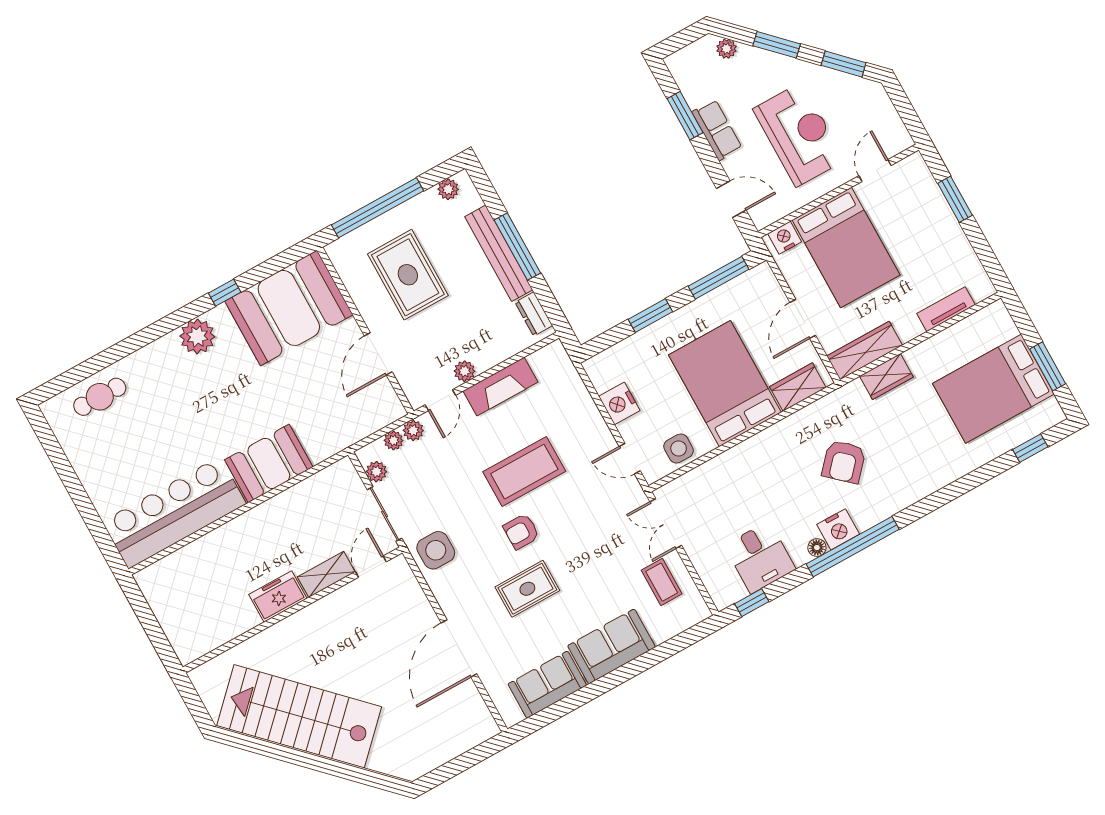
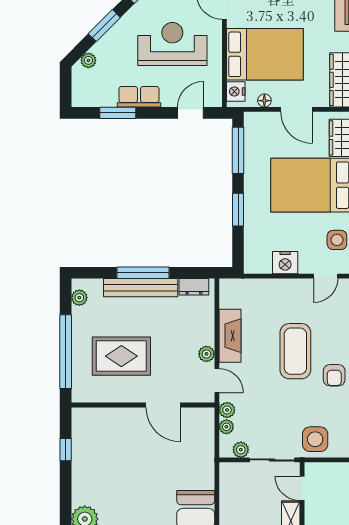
floor lamp: (793, 276) -> (264, 101), added
window: (225, 293) -> (66, 450), moved
booth: (289, 308) -> (100, 448), removed

